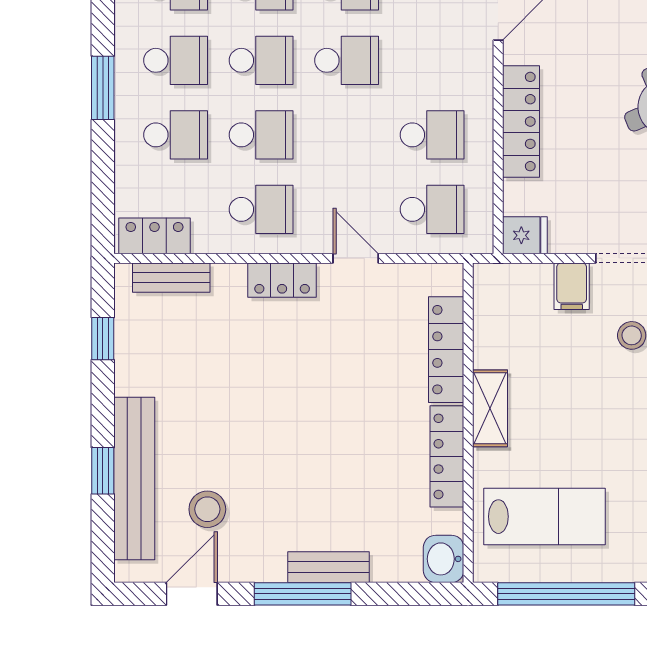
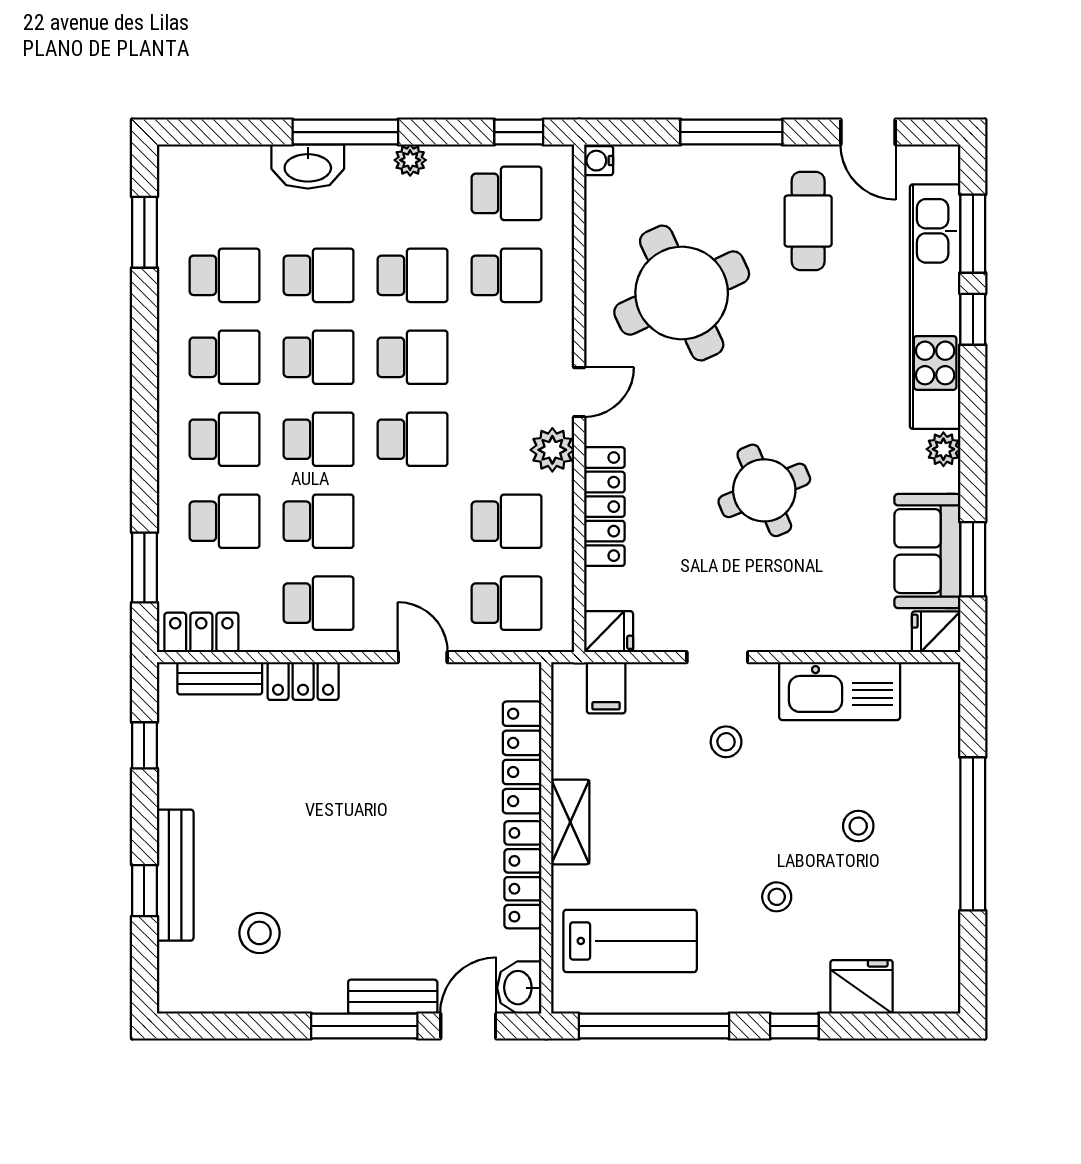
plant: (474, 70) -> (552, 450), added
window: (103, 88) -> (144, 568), moved
locker: (282, 280) -> (303, 681), moved
filing cabinet: (572, 286) -> (606, 688), moved
bench: (134, 479) -> (175, 875), width x0.73, depth x0.82
door: (192, 594) -> (468, 1026), moved

